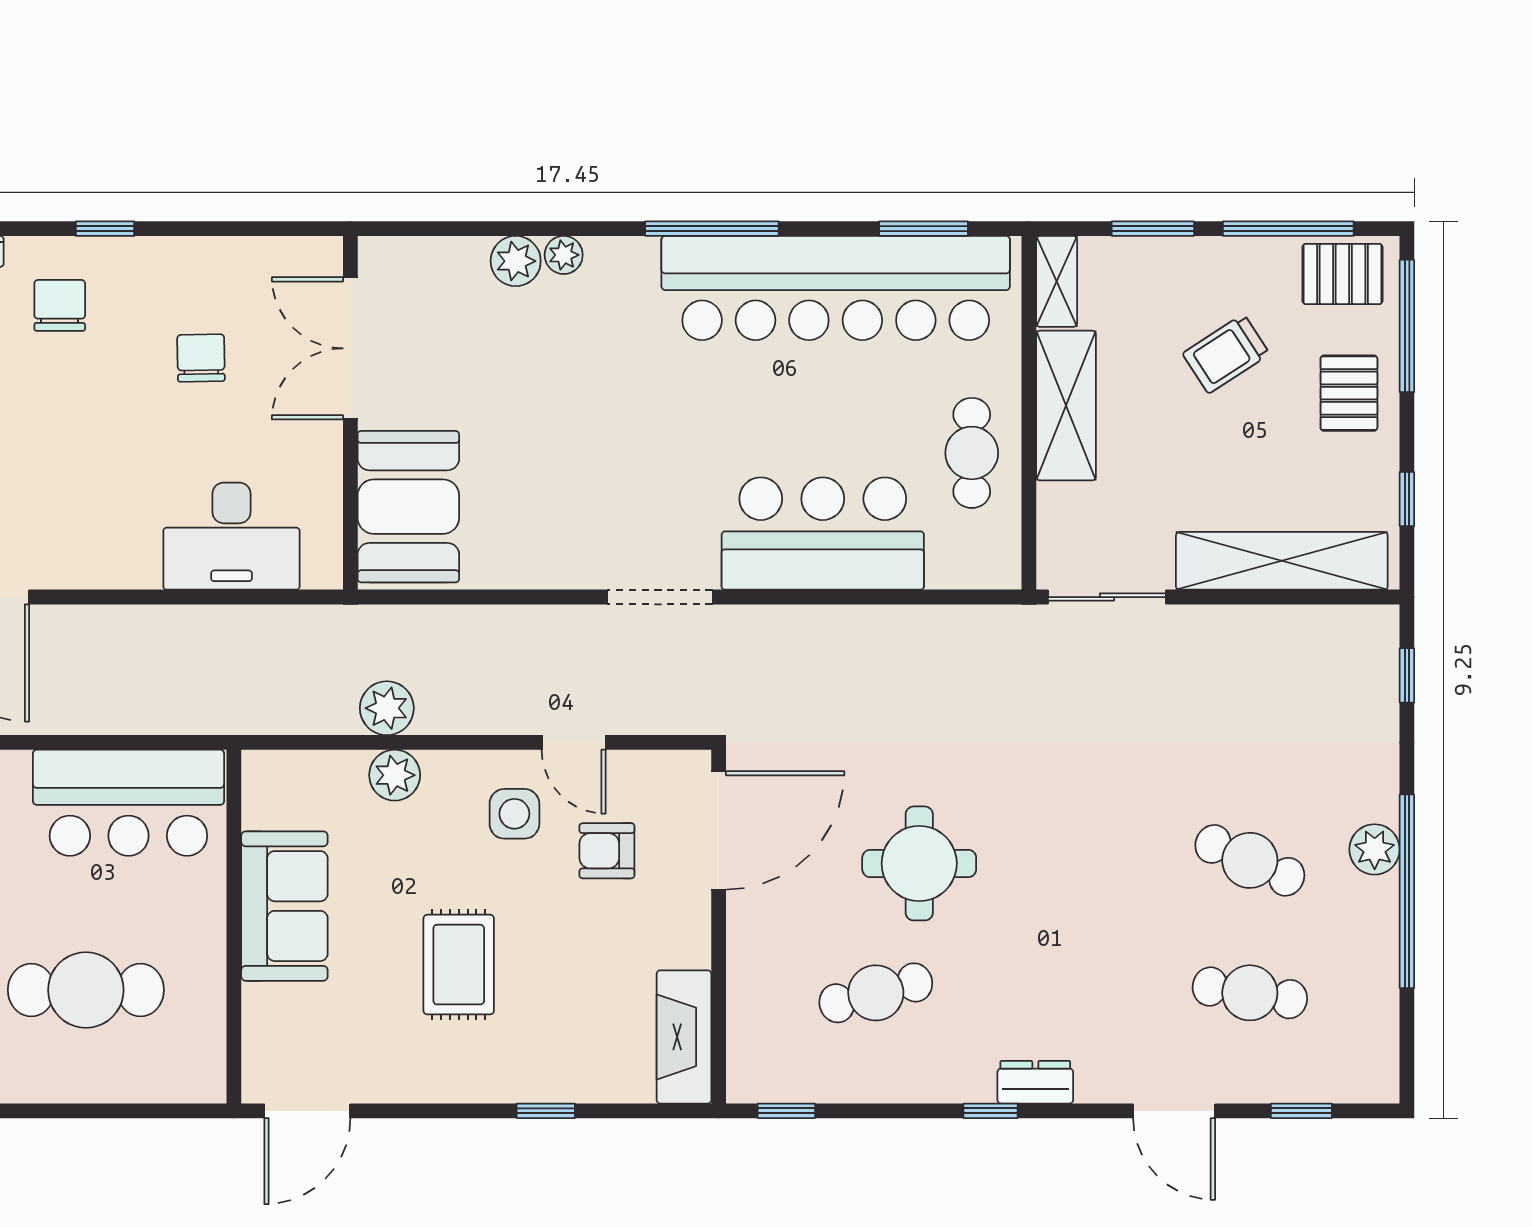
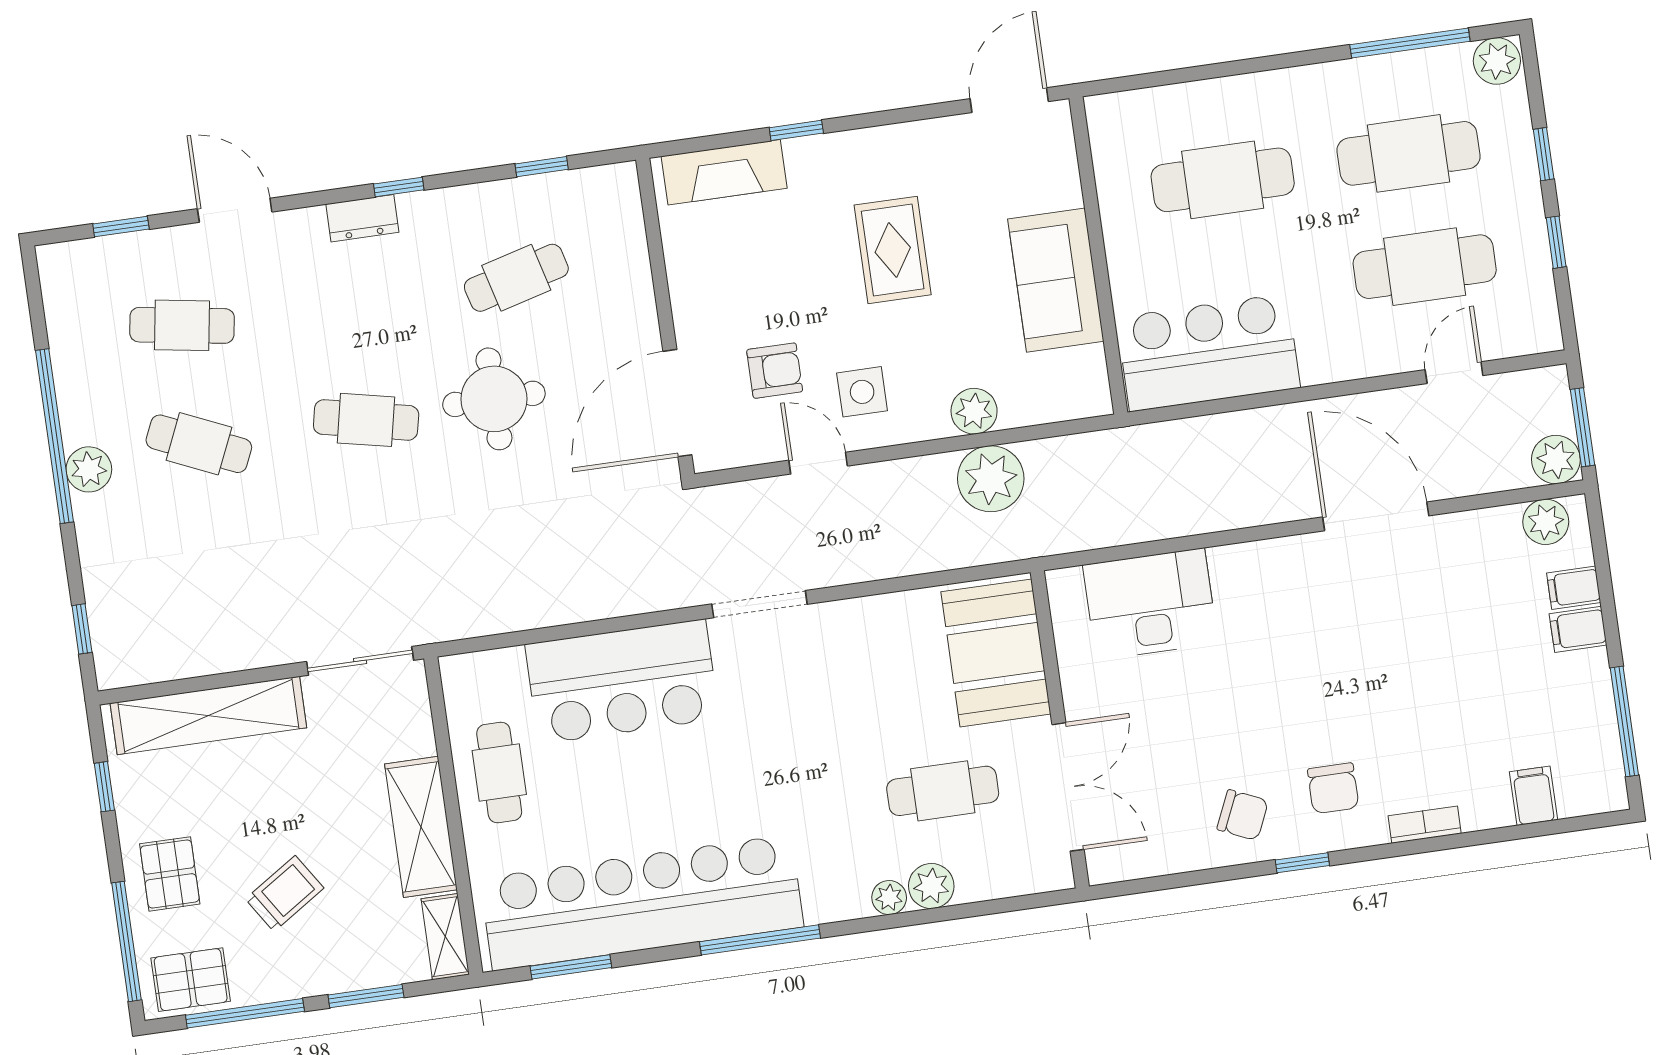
chair: (201, 358) -> (1243, 815), moved, turned -65
cafe table: (488, 364) -> (943, 791), added
plant: (387, 708) -> (991, 479), width x1.36, depth x1.36
cafe table: (1063, 860) -> (366, 420), added
fireplace: (684, 1037) -> (724, 172), moved, turned 90
window: (786, 1111) -> (542, 167), moved

